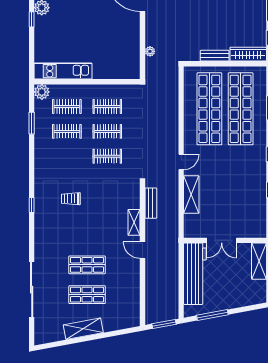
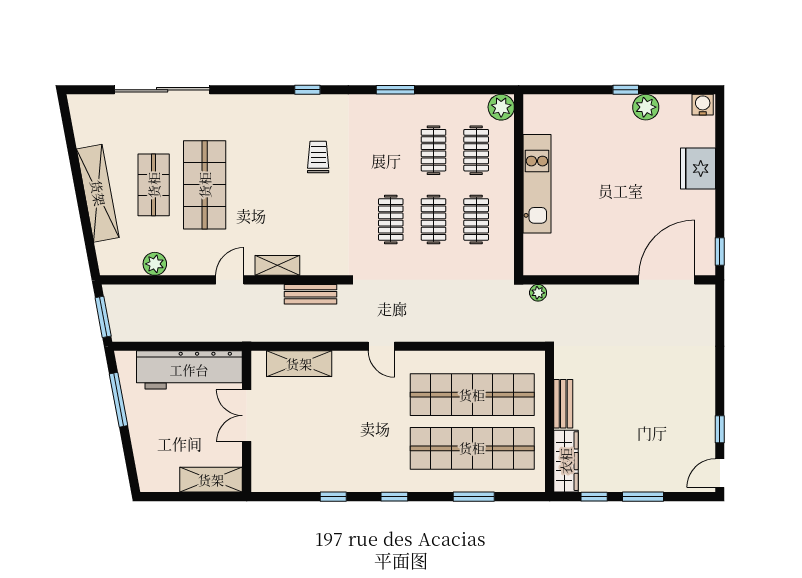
plant: (150, 51) -> (538, 293), moved
kitchen unit: (63, 71) -> (537, 184), moved
window: (32, 123) -> (395, 90), moved
shelving: (191, 195) -> (299, 364), moved
shop shelf: (87, 265) -> (205, 185), width x1.43, depth x1.36
plant: (133, 294) -> (155, 264), added
shelving: (83, 329) -> (98, 193), width x1.47

